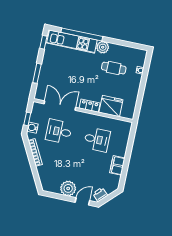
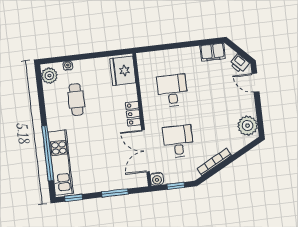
plant: (103, 47) -> (49, 76), moved
fridge: (111, 106) -> (123, 71), moved
water cooler: (33, 128) -> (157, 179), moved
desk: (59, 131) -> (178, 141), turned 180
filing cabinet: (117, 165) -> (213, 52), moved
plant: (68, 188) -> (248, 126), moved

